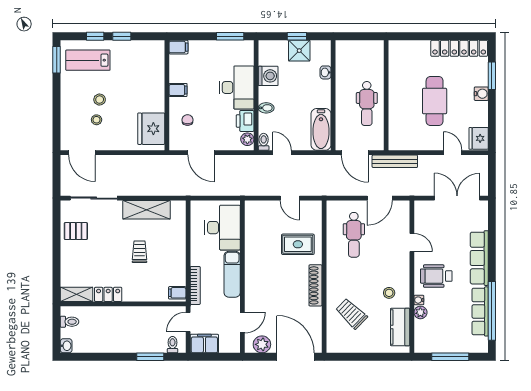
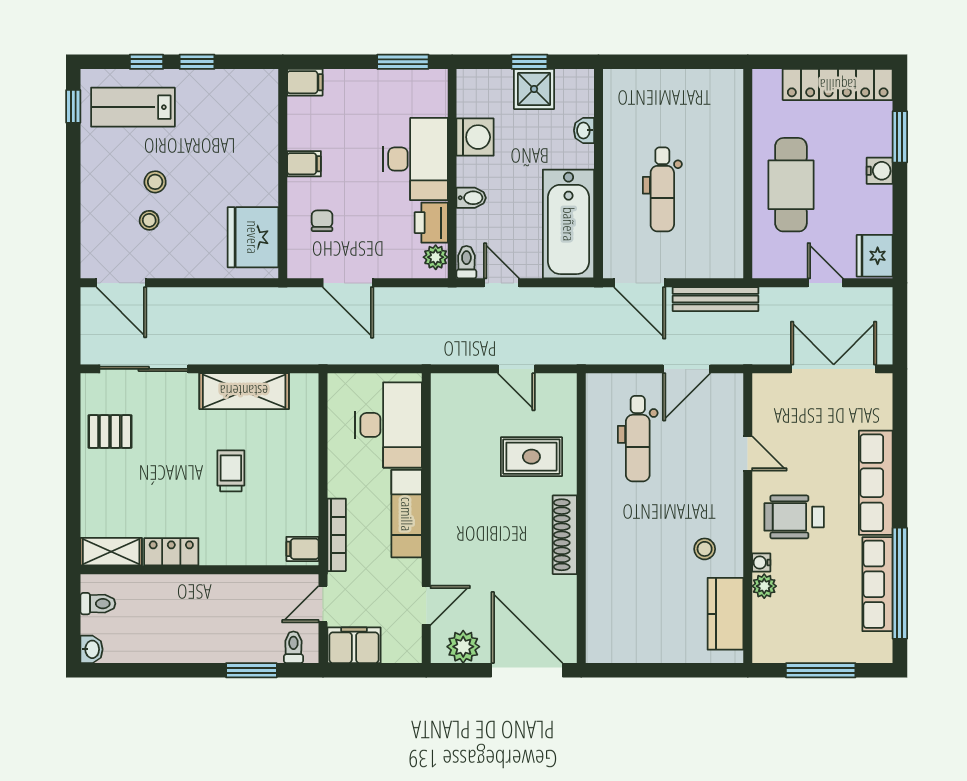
window: (57, 60) -> (73, 106), width x0.67
wall: (386, 95) -> (748, 174), moved
bathtub: (321, 129) -> (569, 224), width x1.36, depth x1.36
trolley: (351, 314) -> (633, 588), removed

